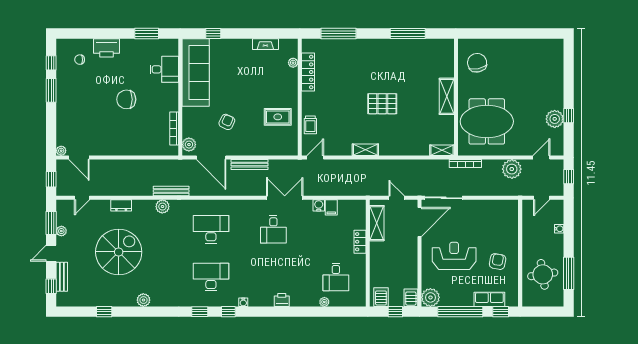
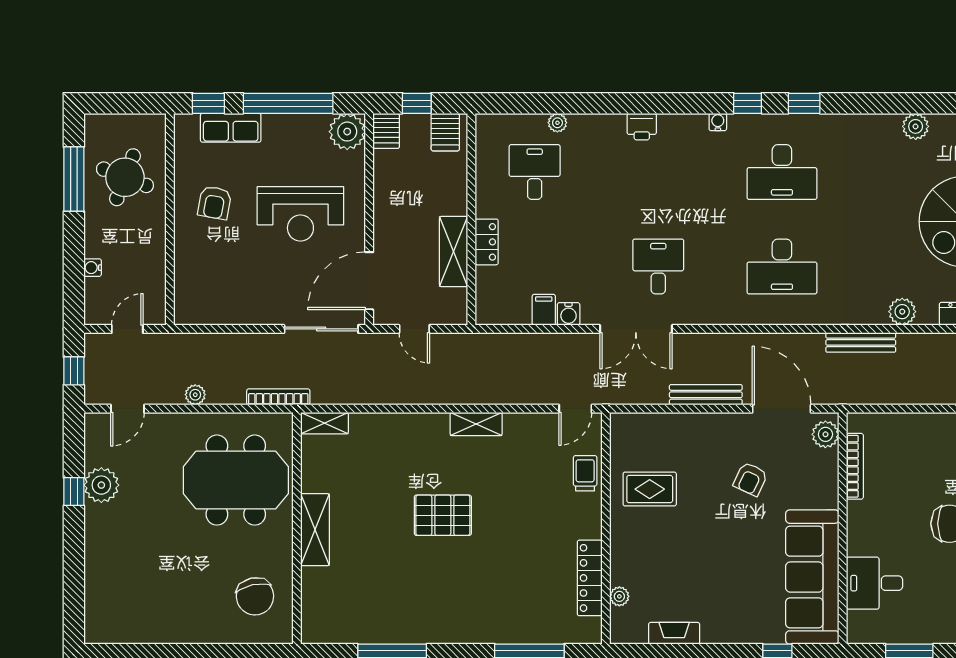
plant: (512, 169) -> (195, 395), width x0.53, depth x0.53
plant: (162, 207) -> (902, 312), moved
shelving: (377, 223) -> (454, 252), moved
round table: (543, 274) -> (125, 177), turned 30

